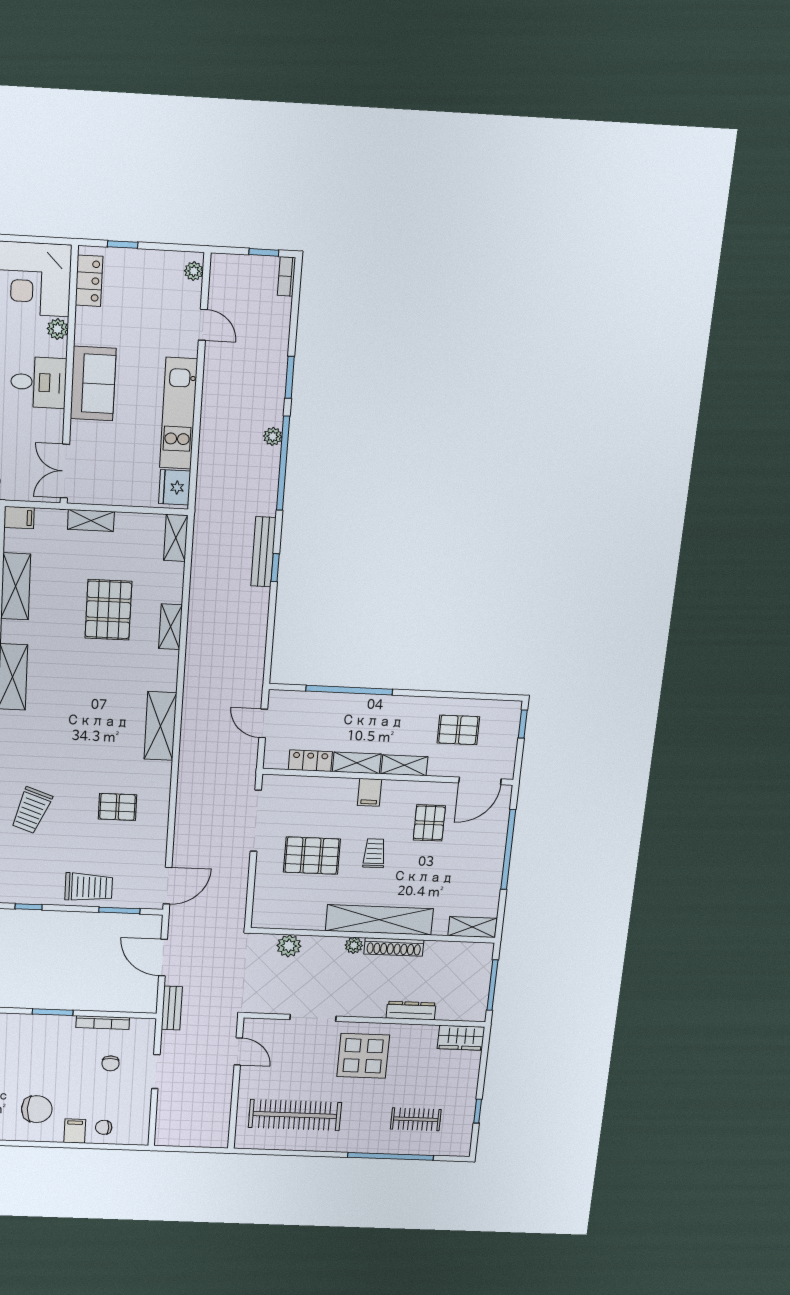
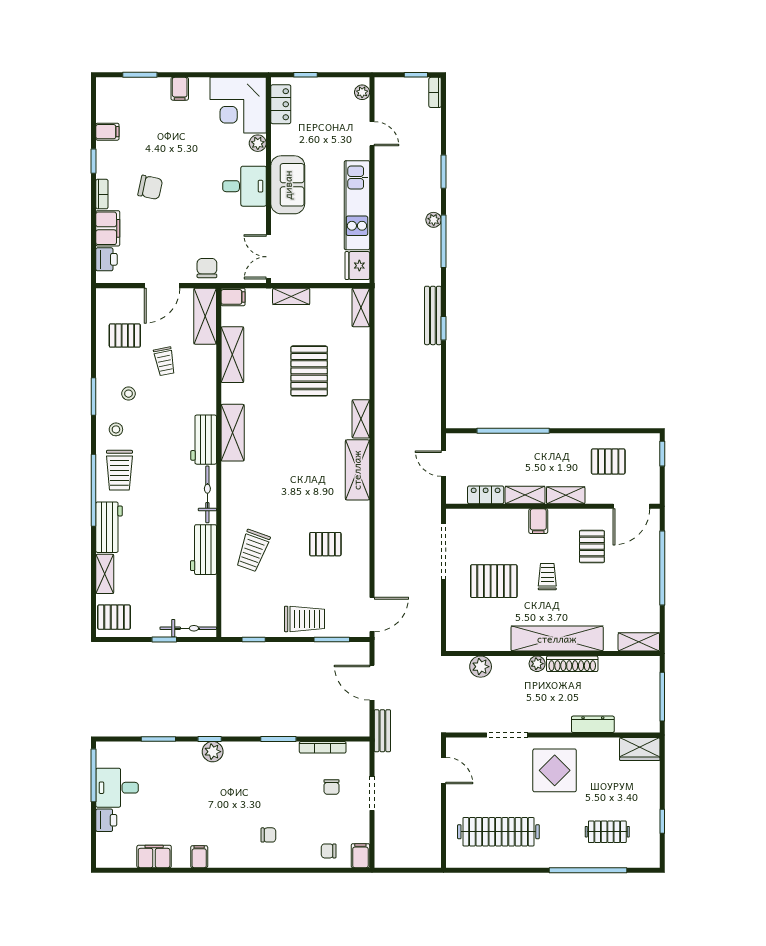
window: (283, 463) -> (444, 241), width x0.68
shelving: (170, 627) -> (361, 419), moved
chair: (37, 1109) -> (268, 835), width x0.54, depth x0.54
filing cabinet: (75, 1131) -> (360, 856), moved

